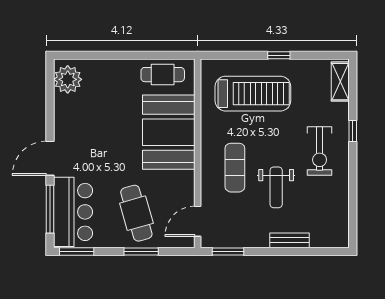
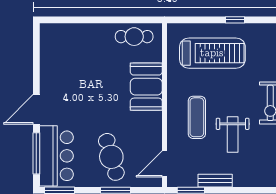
plant: (68, 79) -> (52, 41), removed
booth: (169, 132) -> (146, 87), width x0.73, depth x0.70
bench: (289, 240) -> (215, 181), moved

